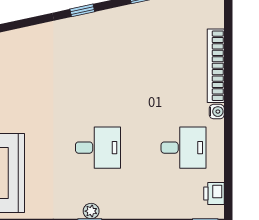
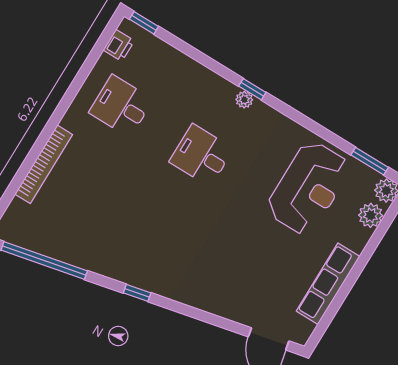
water cooler: (217, 112) -> (69, 121), removed

